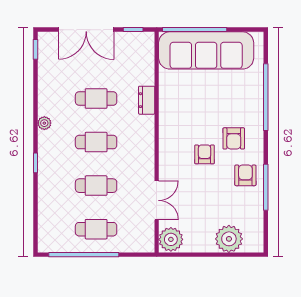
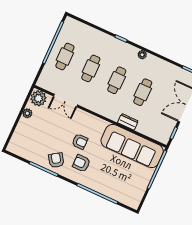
sofa: (206, 50) -> (132, 146), moved, turned -90
armchair: (245, 175) -> (56, 160), turned -124
plant: (229, 239) -> (27, 113), moved, width x0.53, depth x0.53

